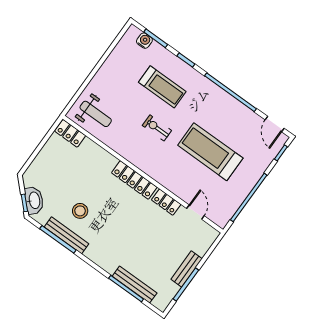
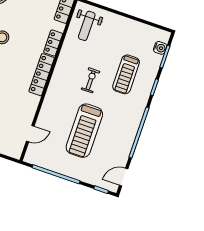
treadmill: (210, 152) -> (84, 131), turned 180
locker: (166, 202) -> (53, 43), moved

